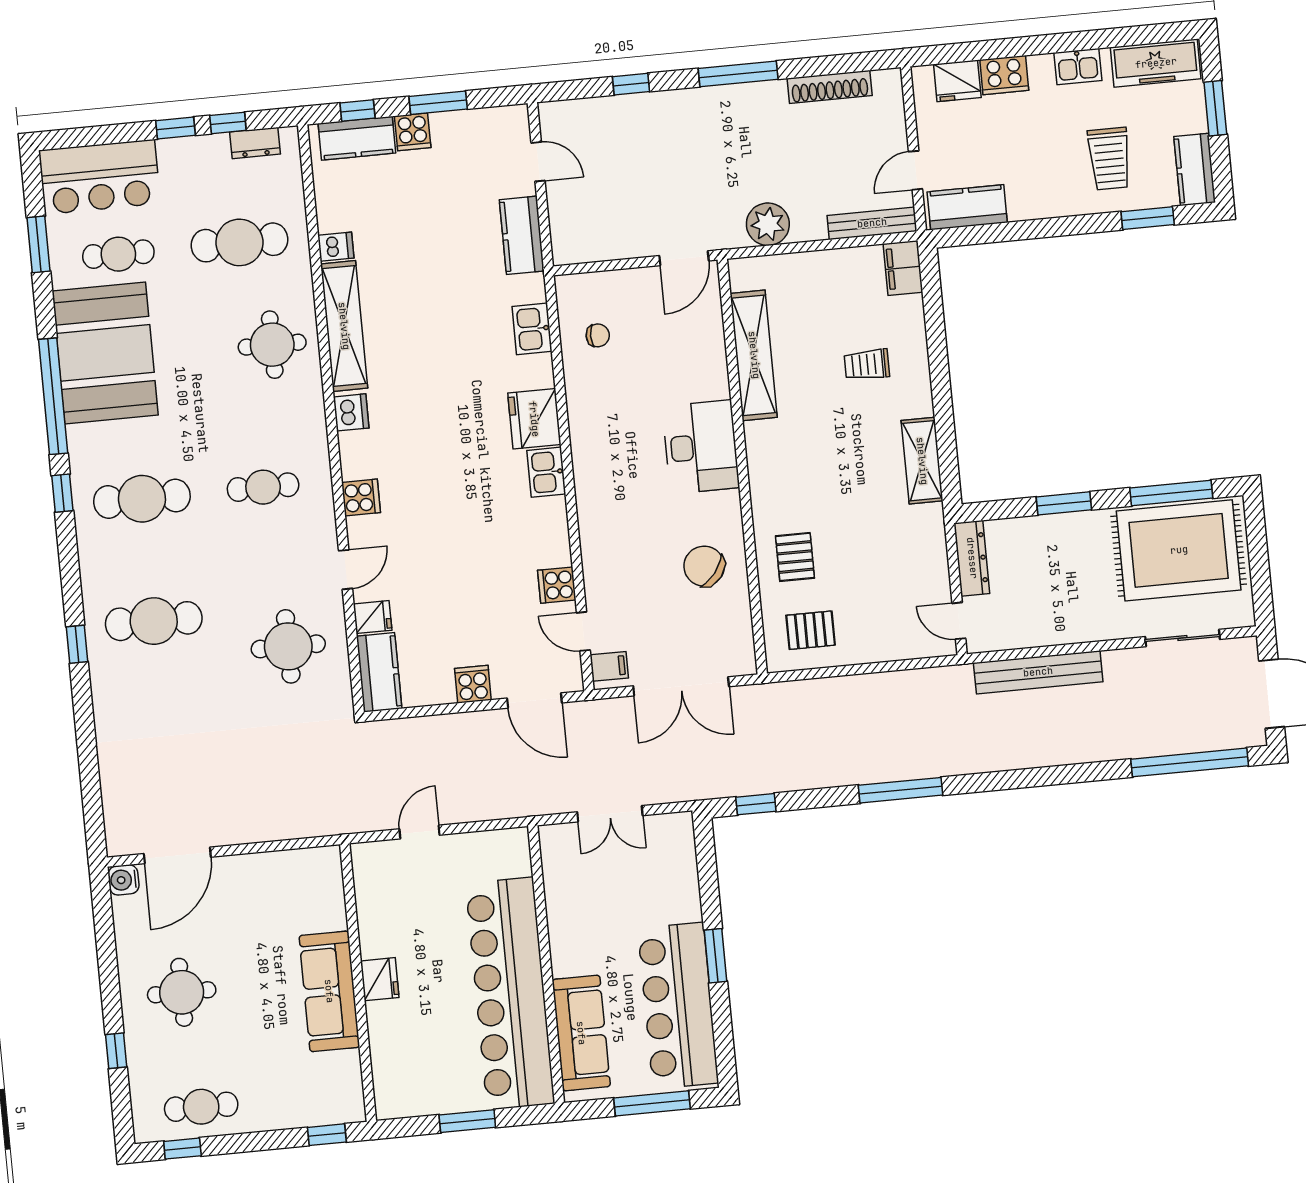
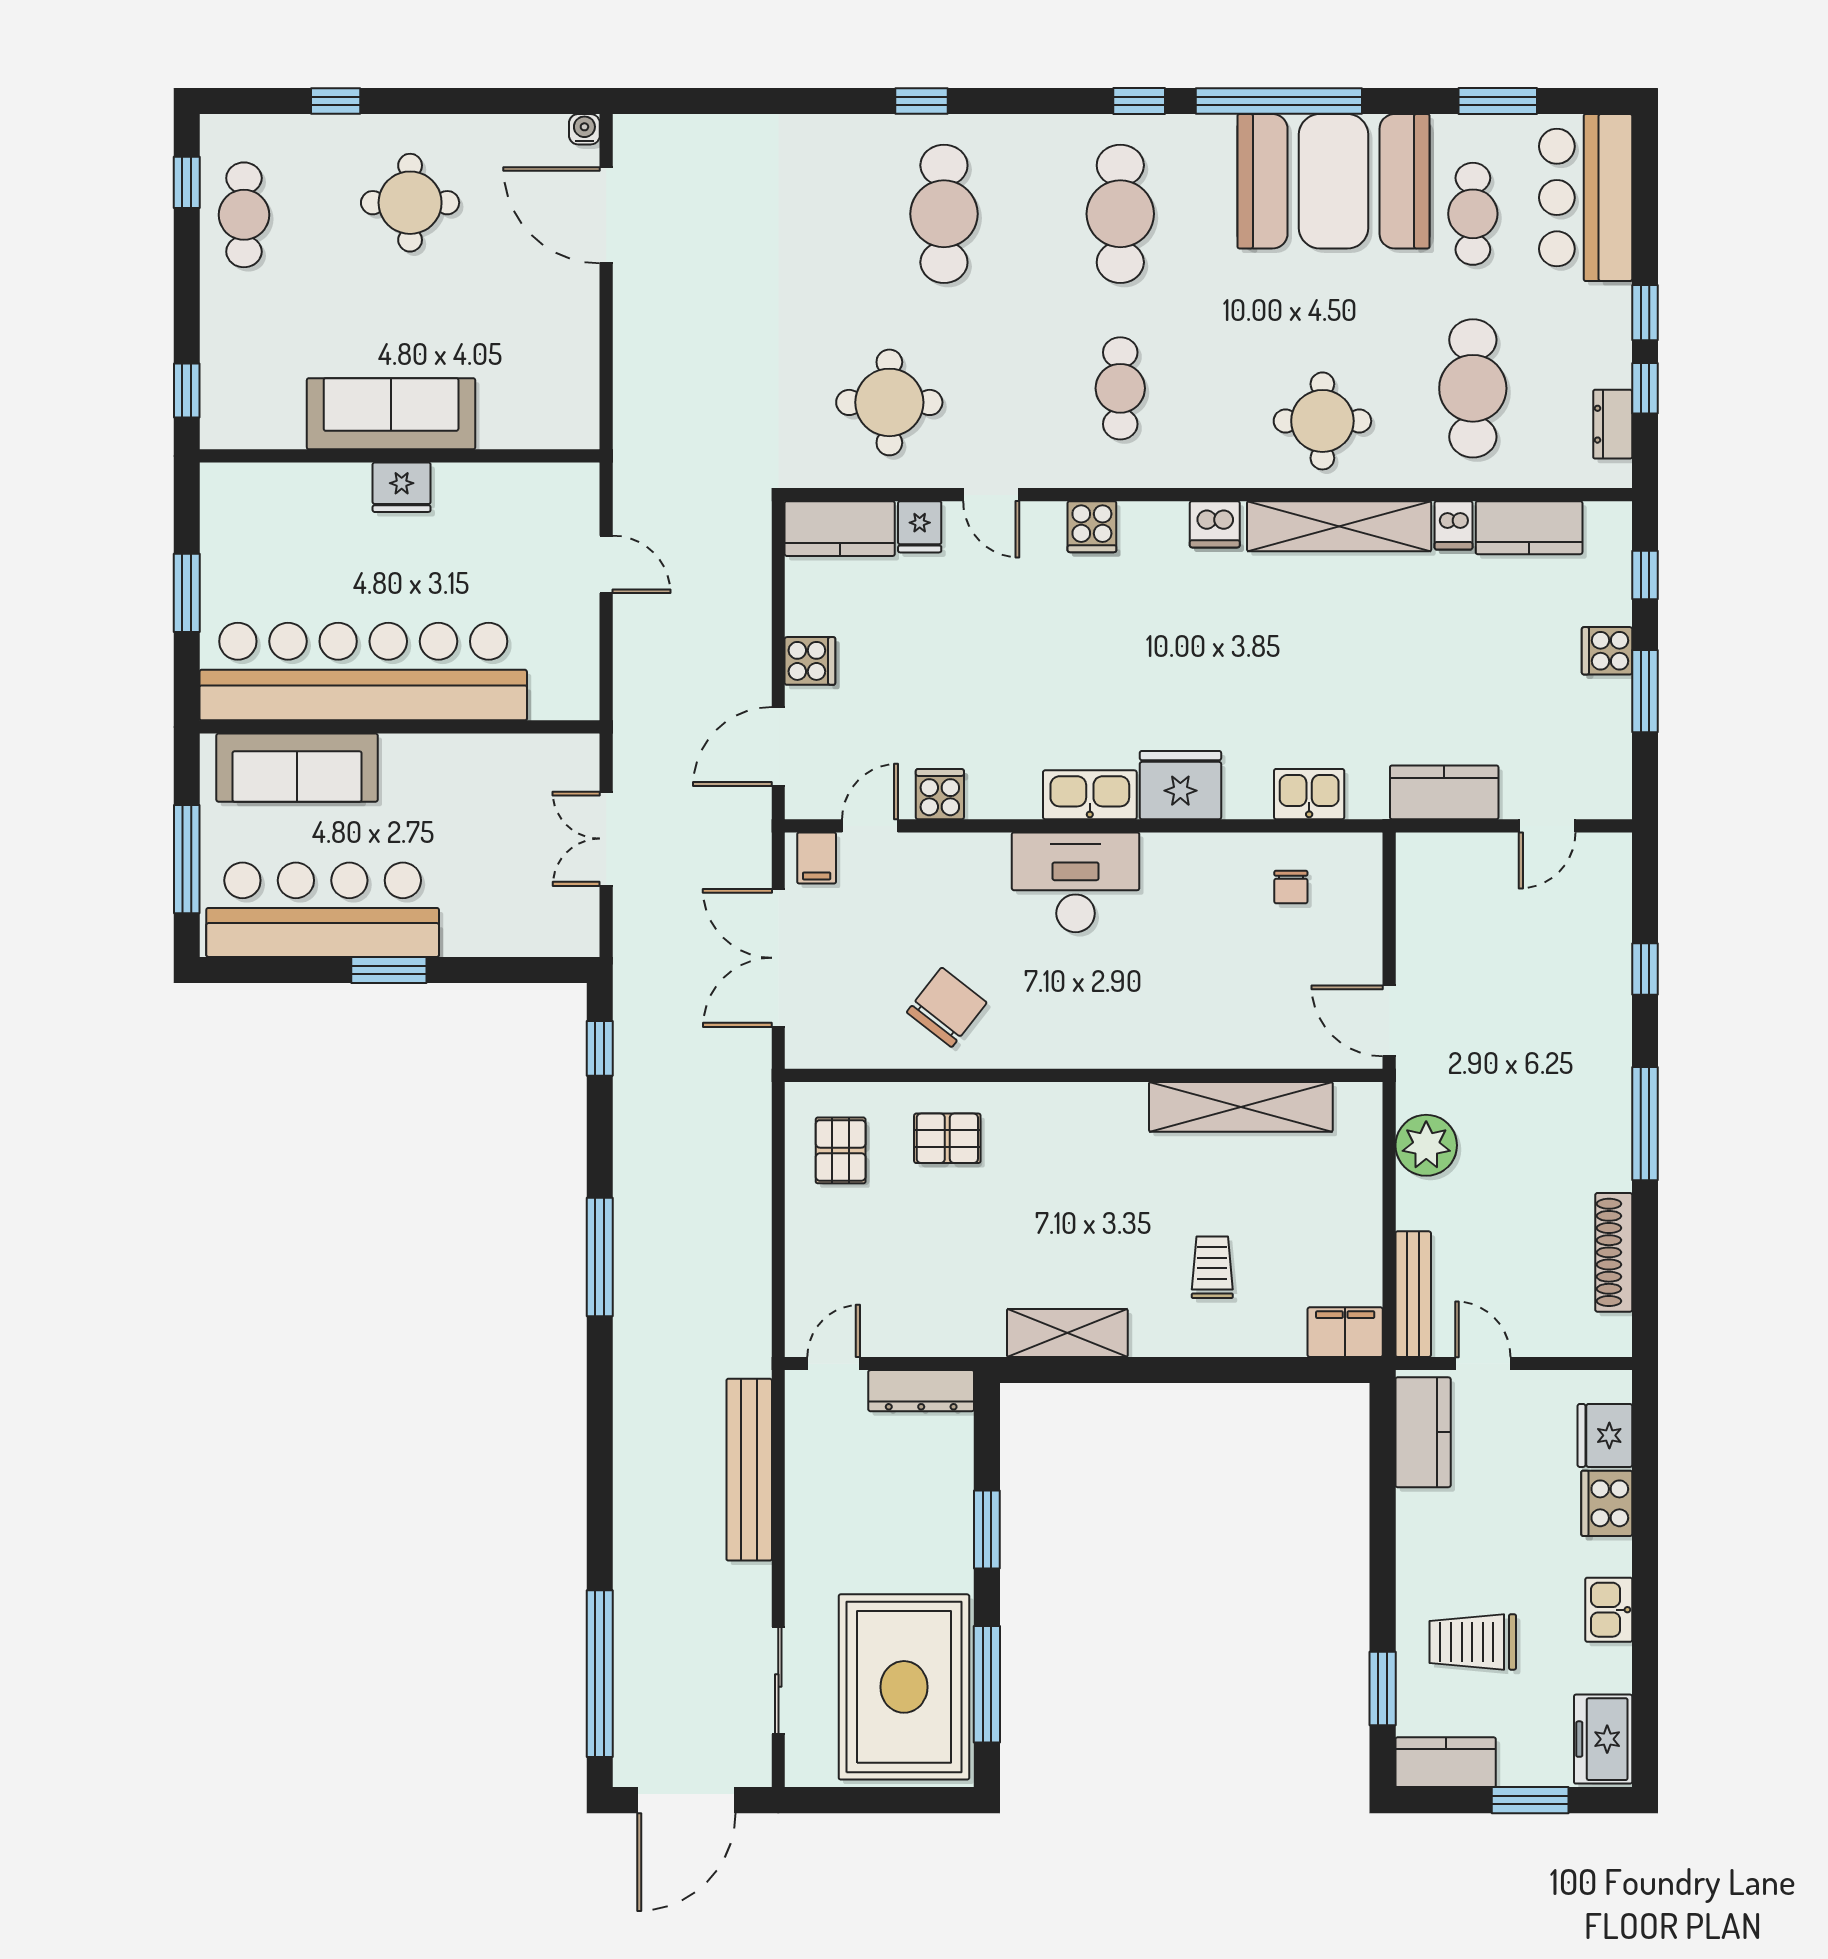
freezer: (1156, 63) -> (1603, 1739), width x0.71
kitchen counter: (357, 138) -> (1529, 528), moved, turned -90
desk: (701, 447) -> (1076, 882), moved, turned 180
kitchen sink: (546, 472) -> (1090, 795), width x1.38
water cooler: (124, 880) -> (584, 129), width x0.72, depth x0.72

